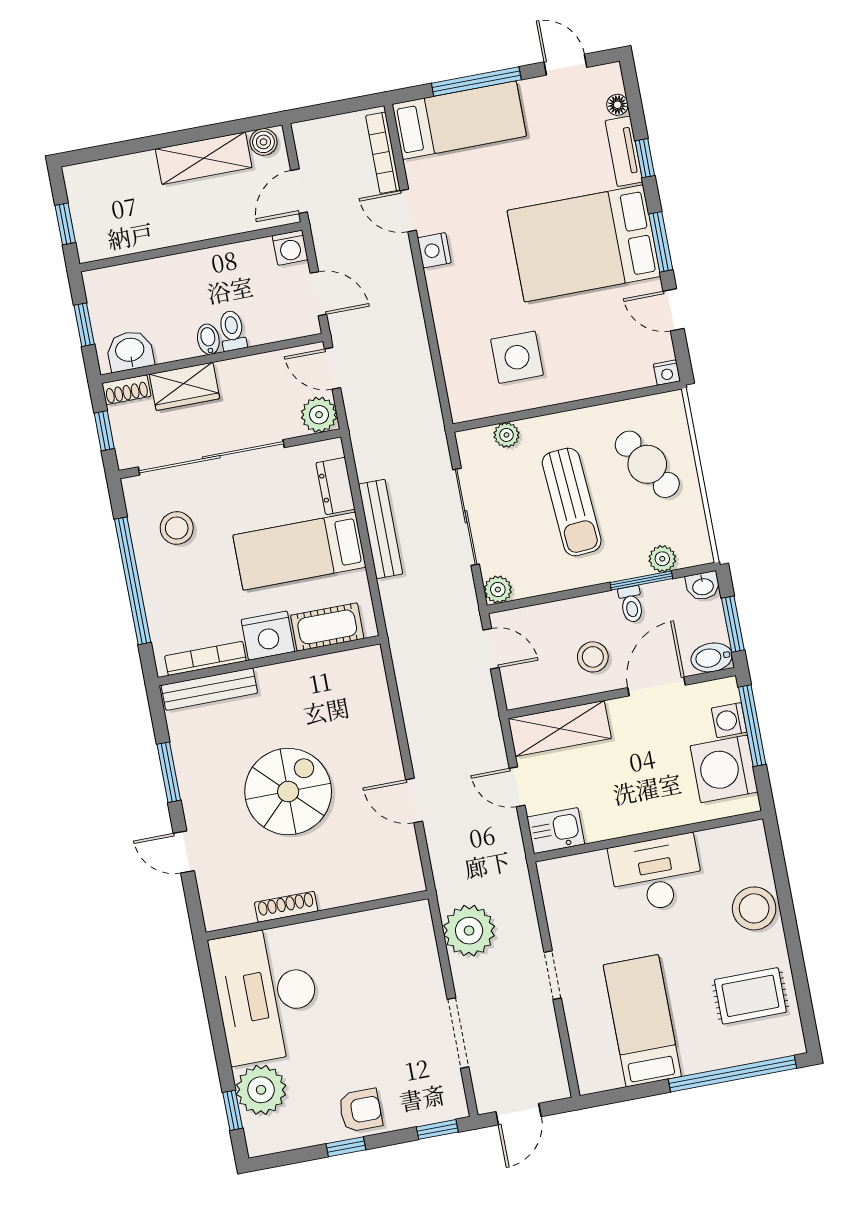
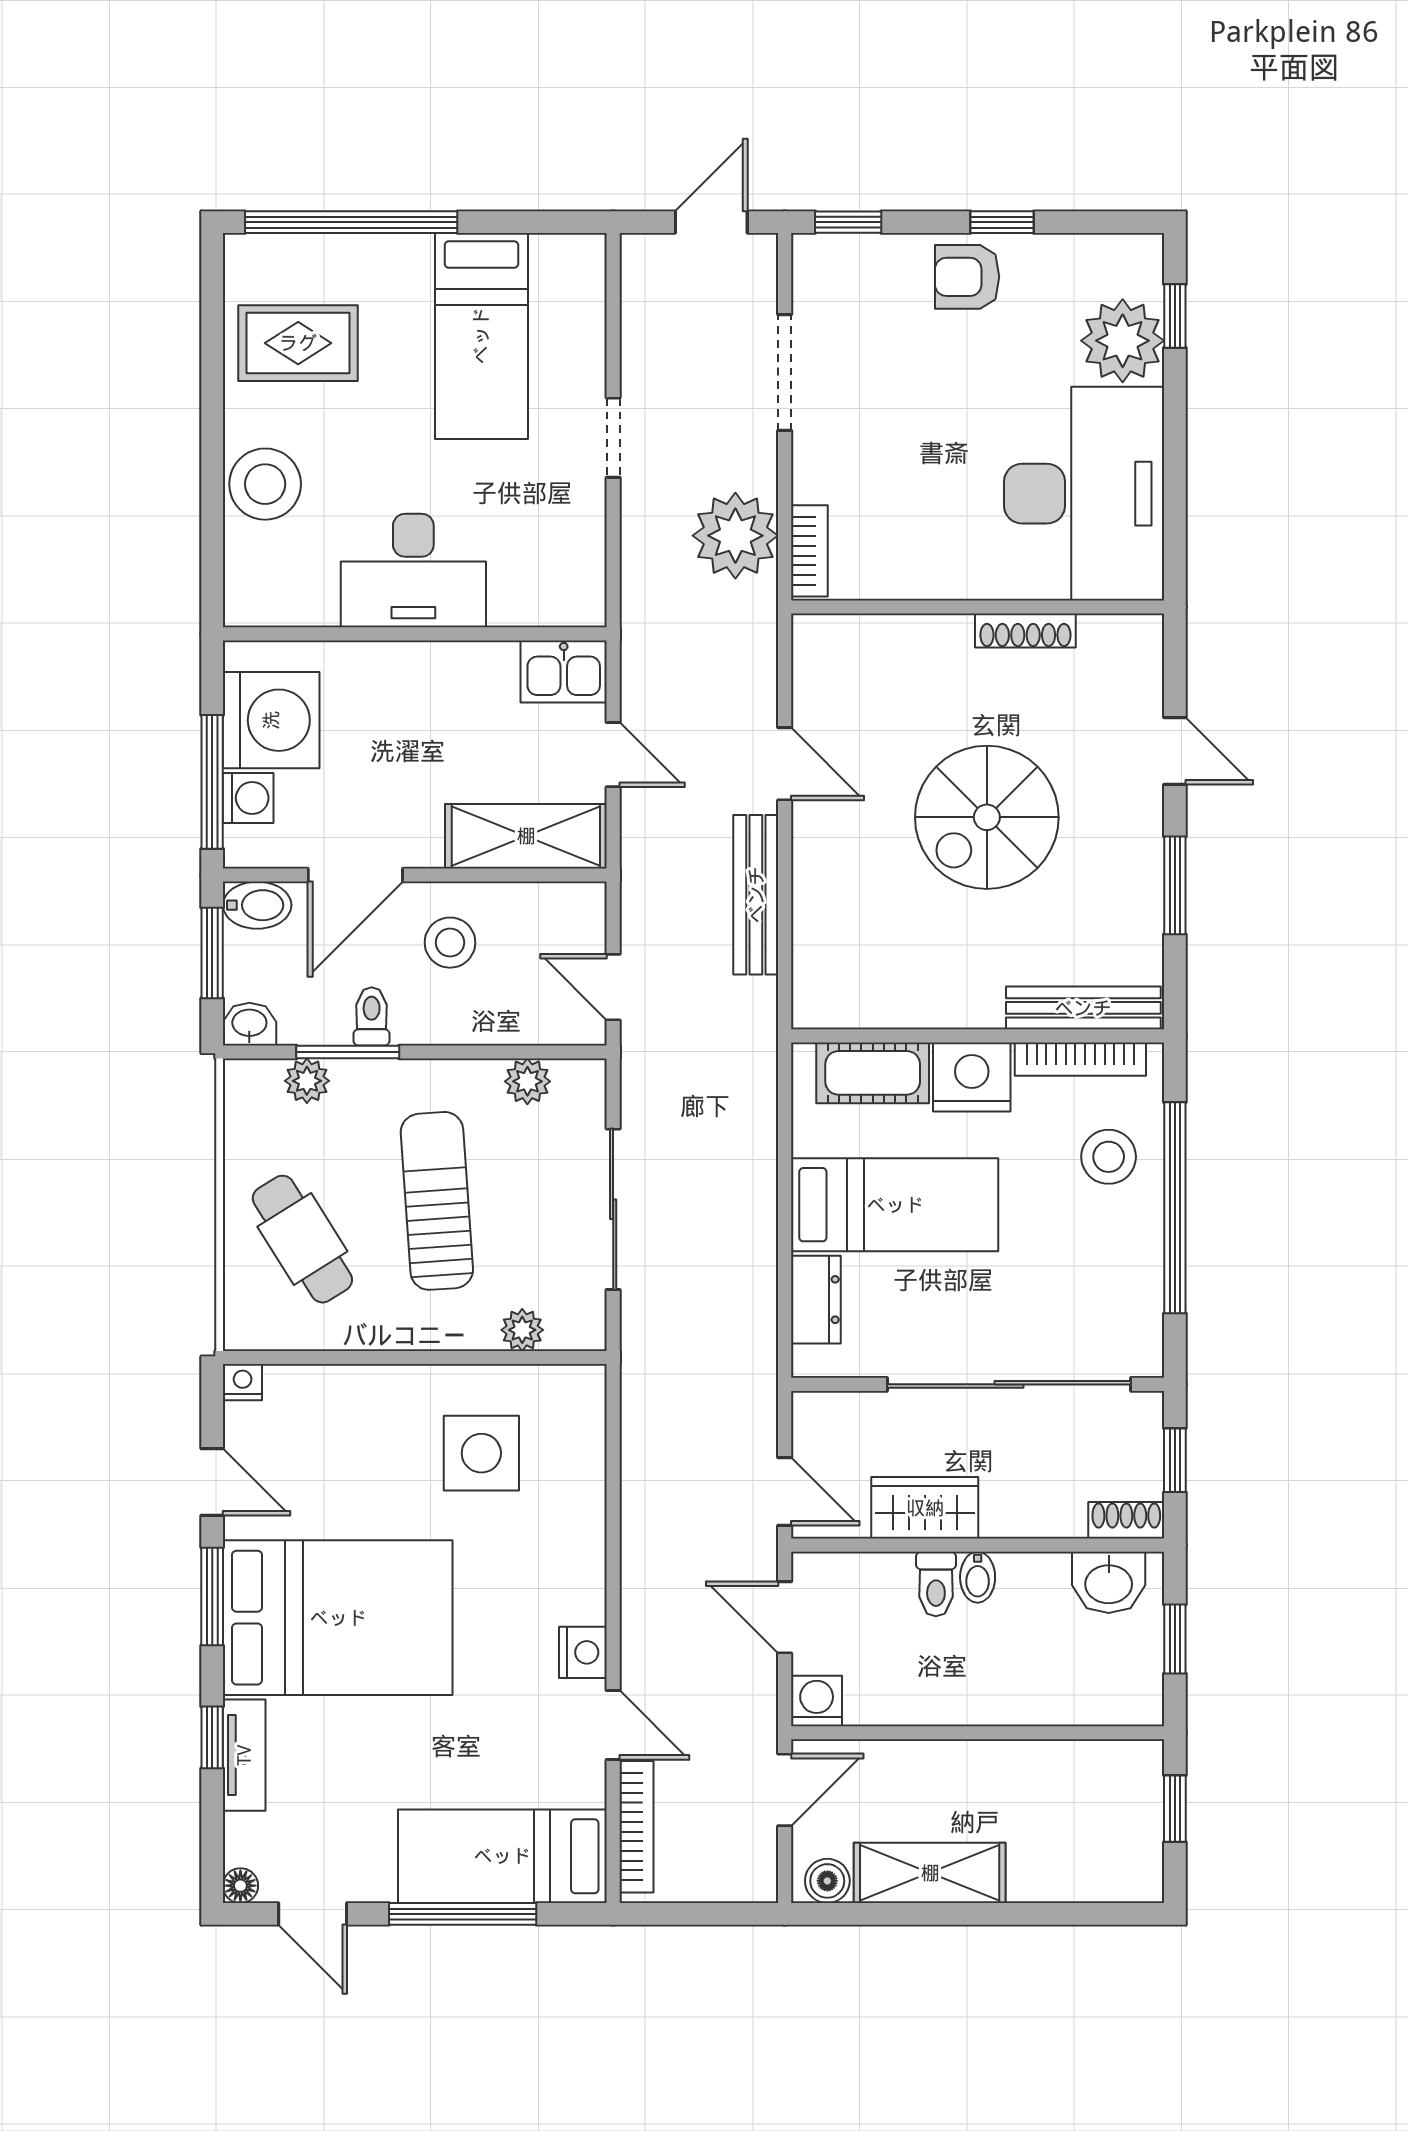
floor lamp: (617, 105) -> (240, 1886), moved
wardrobe: (184, 386) -> (925, 1508), moved
plant: (319, 415) -> (821, 1420), removed
stool: (177, 528) -> (1109, 1157), moved
bench: (381, 529) -> (756, 895), moved
plant: (498, 590) -> (527, 1081), moved
bookcase: (423, 930) -> (809, 551), added

